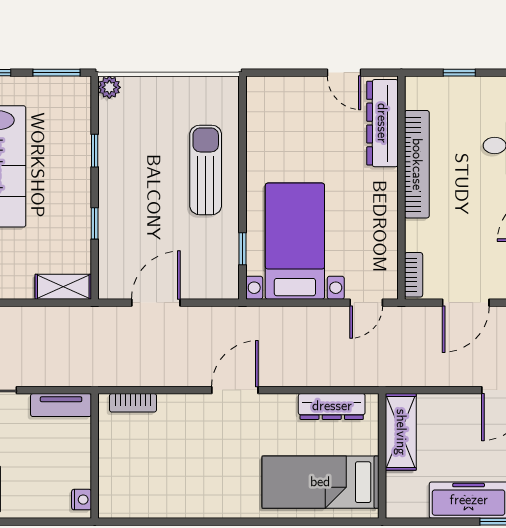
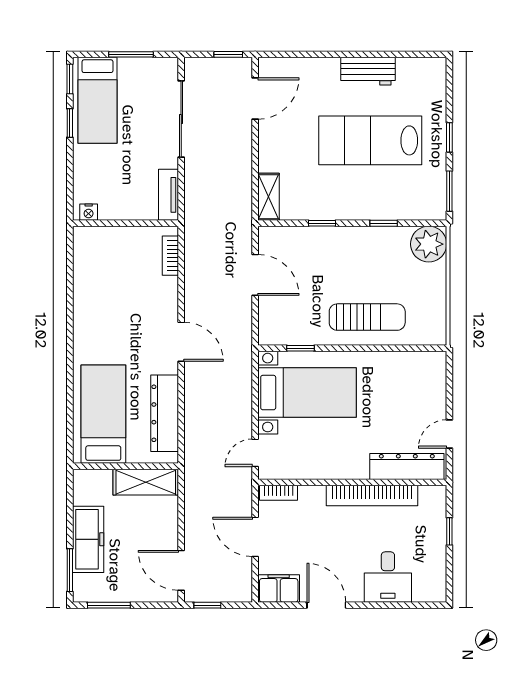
plant: (109, 87) -> (429, 244), width x1.88, depth x1.88
door: (366, 303) -> (255, 453), hinge flipped
dresser: (332, 406) -> (165, 413), width x1.37, depth x1.24

